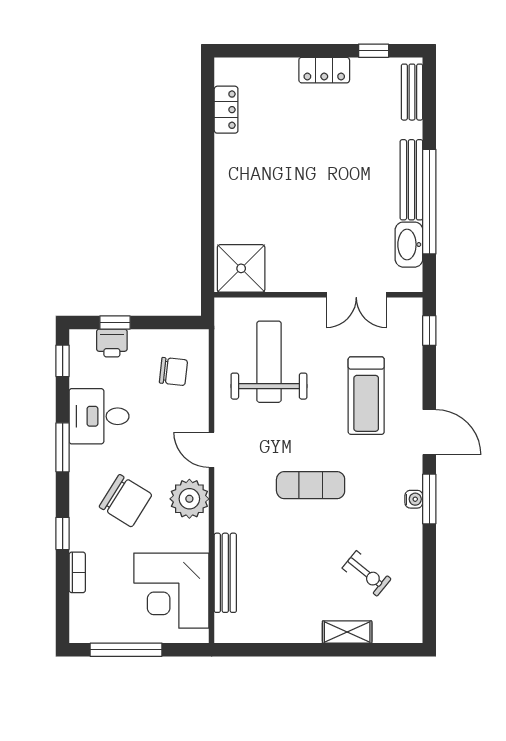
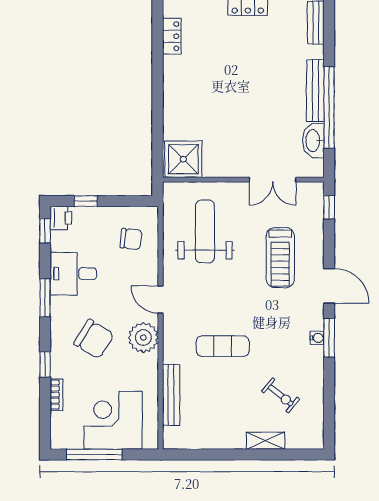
printer: (112, 343) -> (61, 218), moved, turned -90
exercise mat: (311, 485) -> (223, 346), moved
corner desk: (171, 591) -> (113, 420), moved, turned 90

